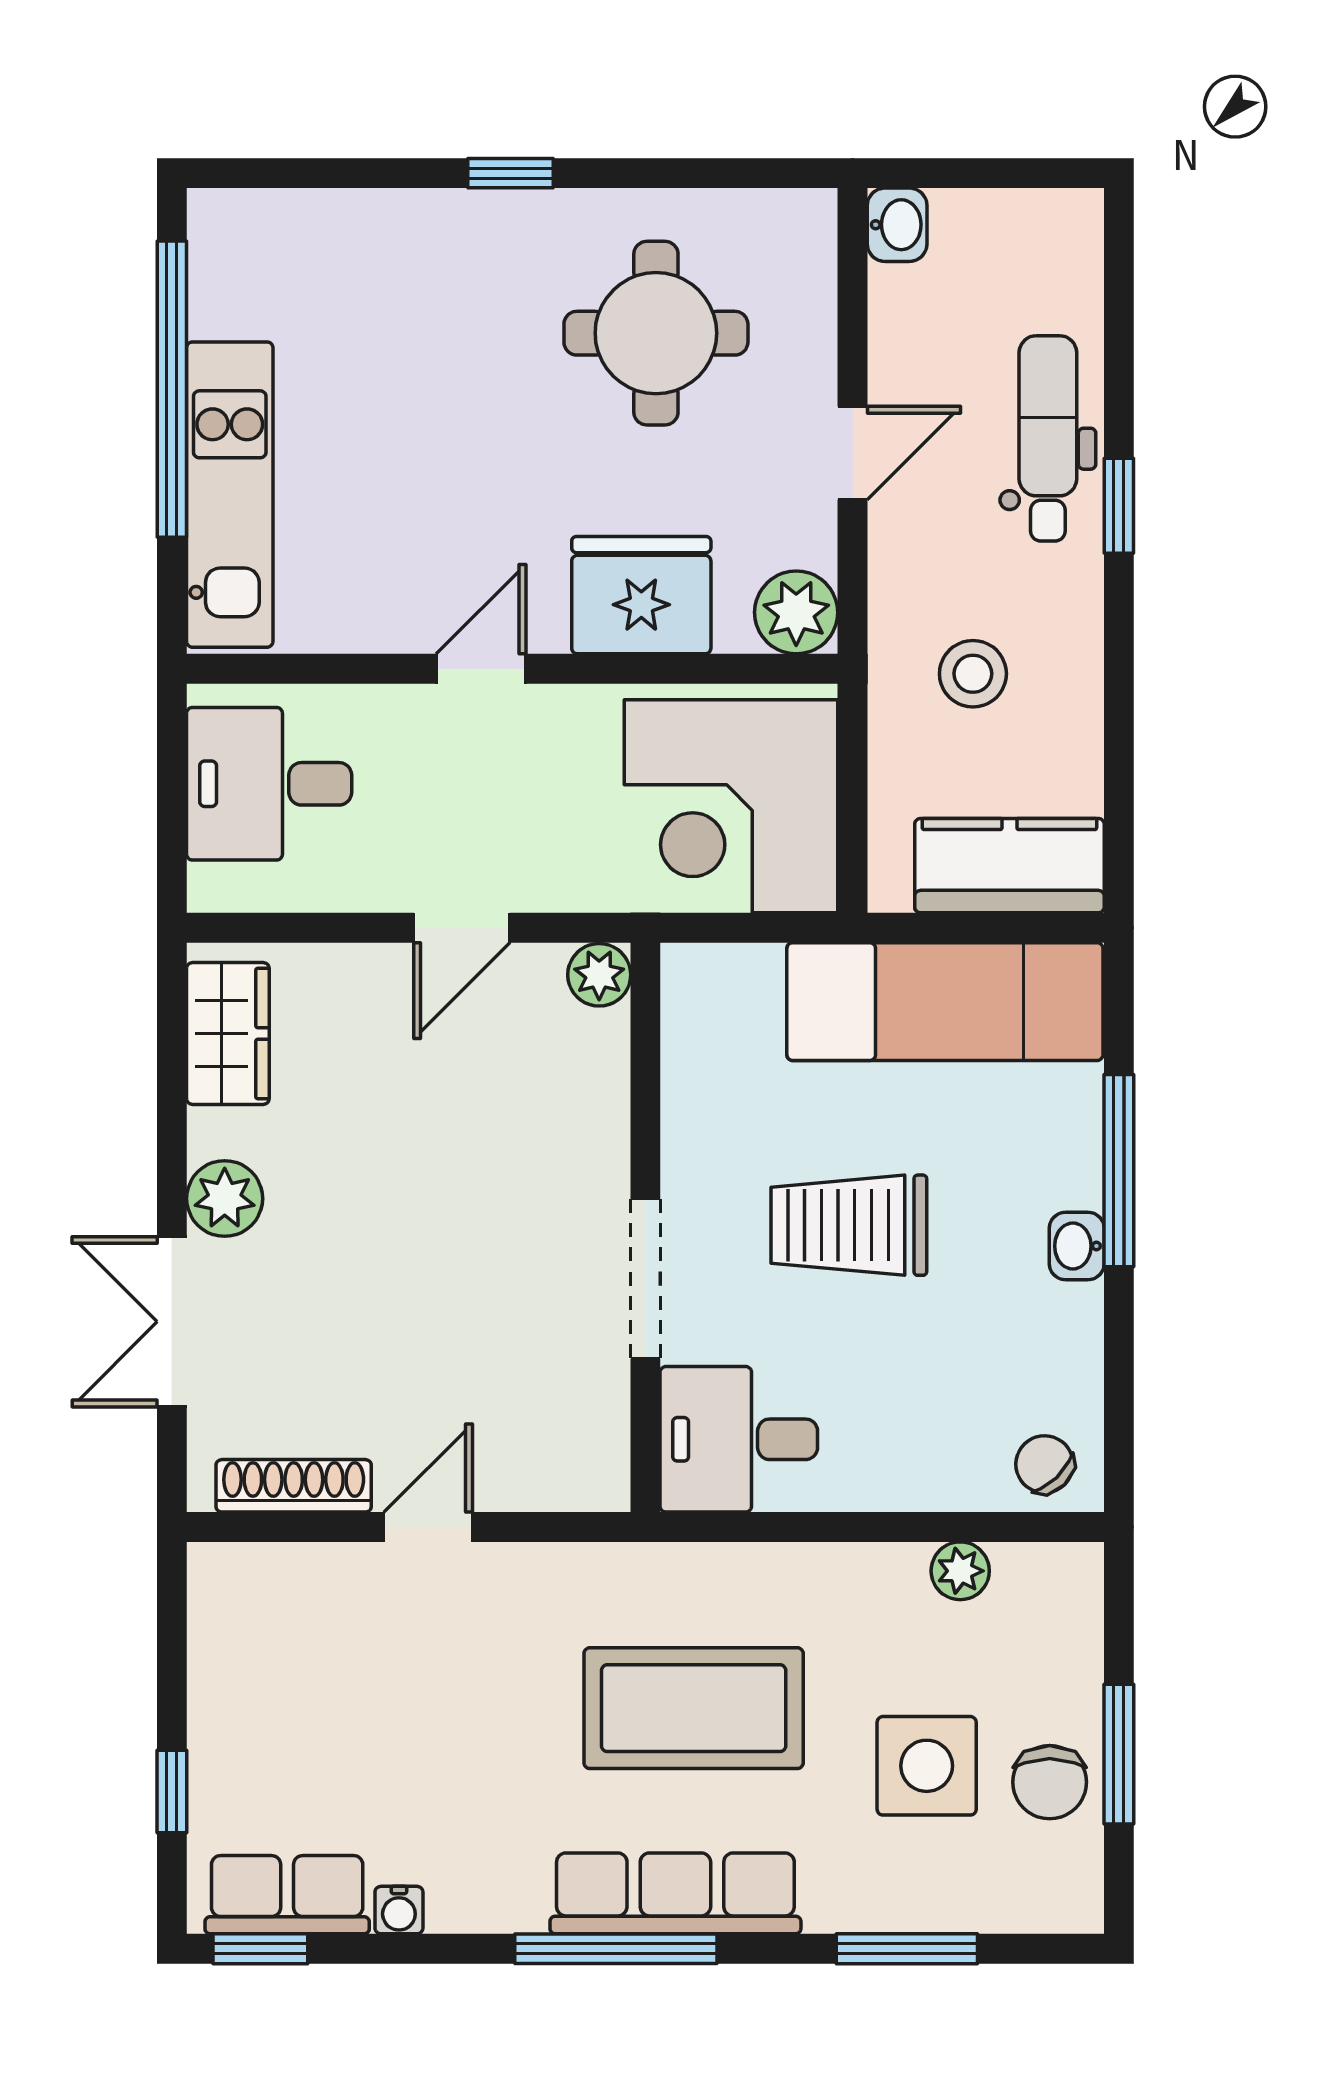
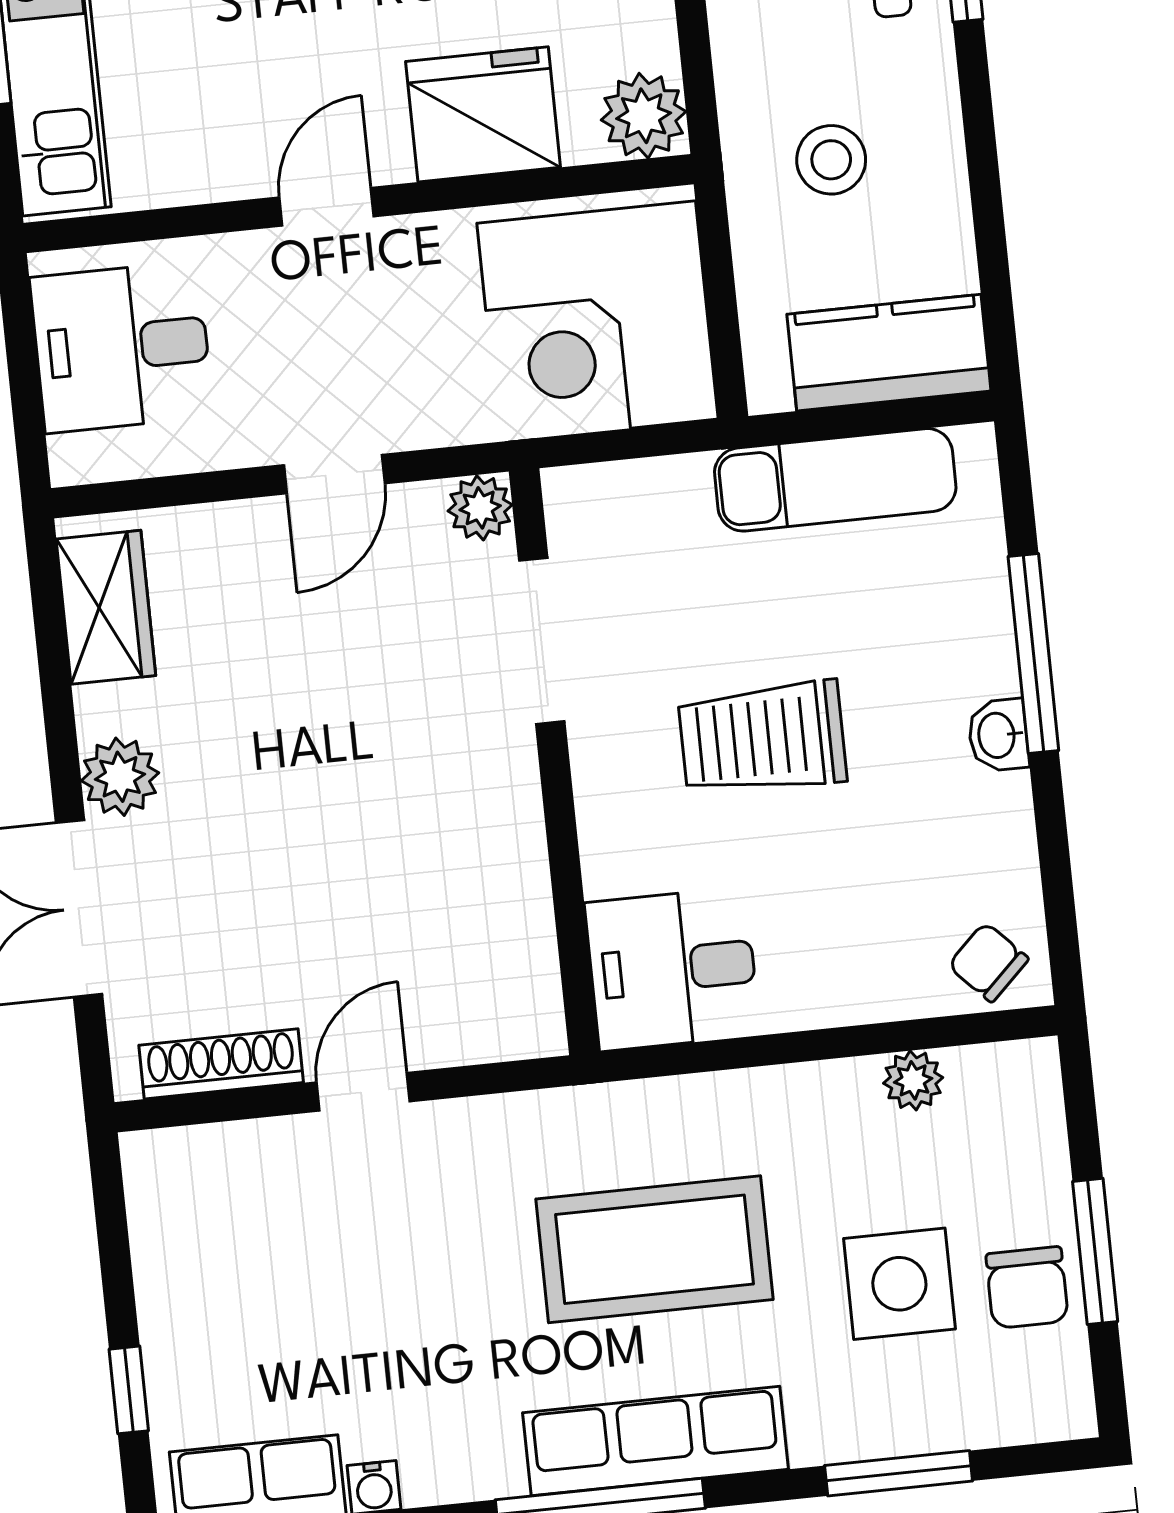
exam couch: (945, 1002) -> (835, 480), width x0.73, depth x0.69
doorway: (645, 1279) -> (542, 641), moved

